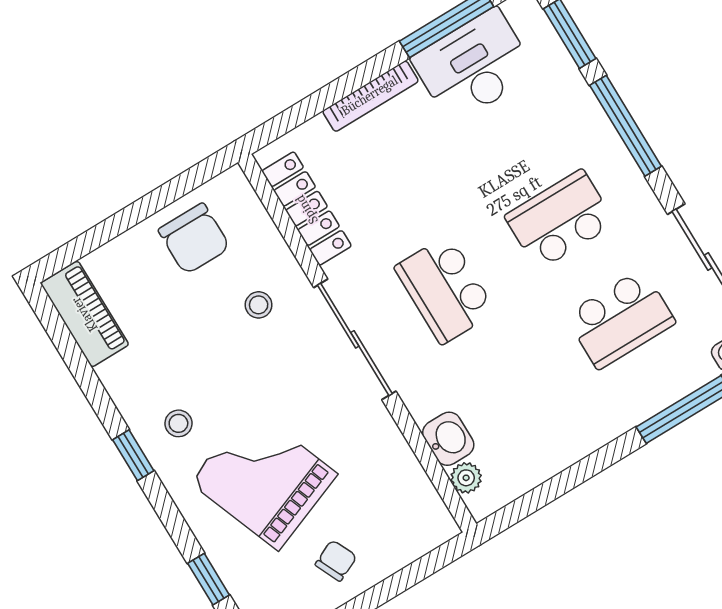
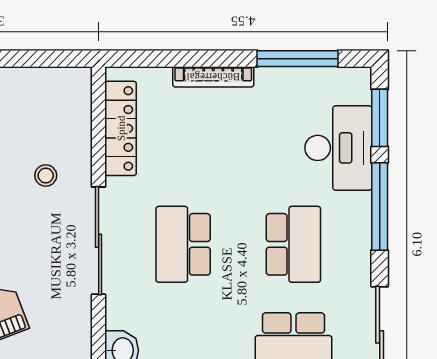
desk: (474, 66) -> (338, 148), moved, turned 90
school desk: (560, 220) -> (293, 244), turned 90
chair: (194, 239) -> (29, 102), removed

